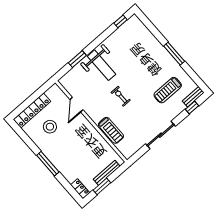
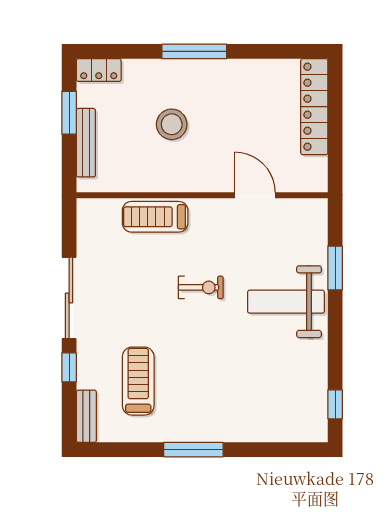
window: (192, 107) -> (69, 367), moved
stool: (50, 127) -> (172, 124), moved

